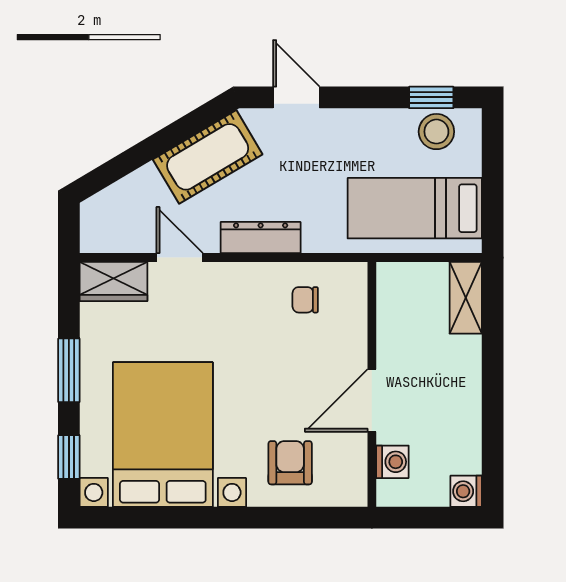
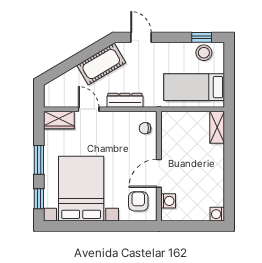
wall: (372, 384) -> (159, 166), moved
door: (372, 400) -> (159, 173), moved
washing machine: (392, 462) -> (168, 201), moved

